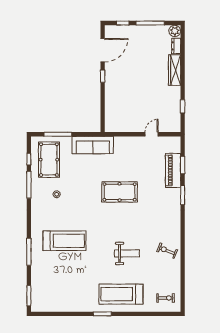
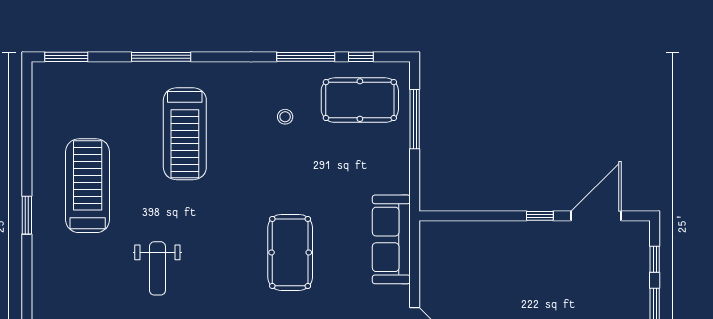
door: (103, 50) -> (596, 216), swing flipped
sofa: (93, 145) -> (391, 239), moved
treadmill: (121, 294) -> (88, 186), moved

